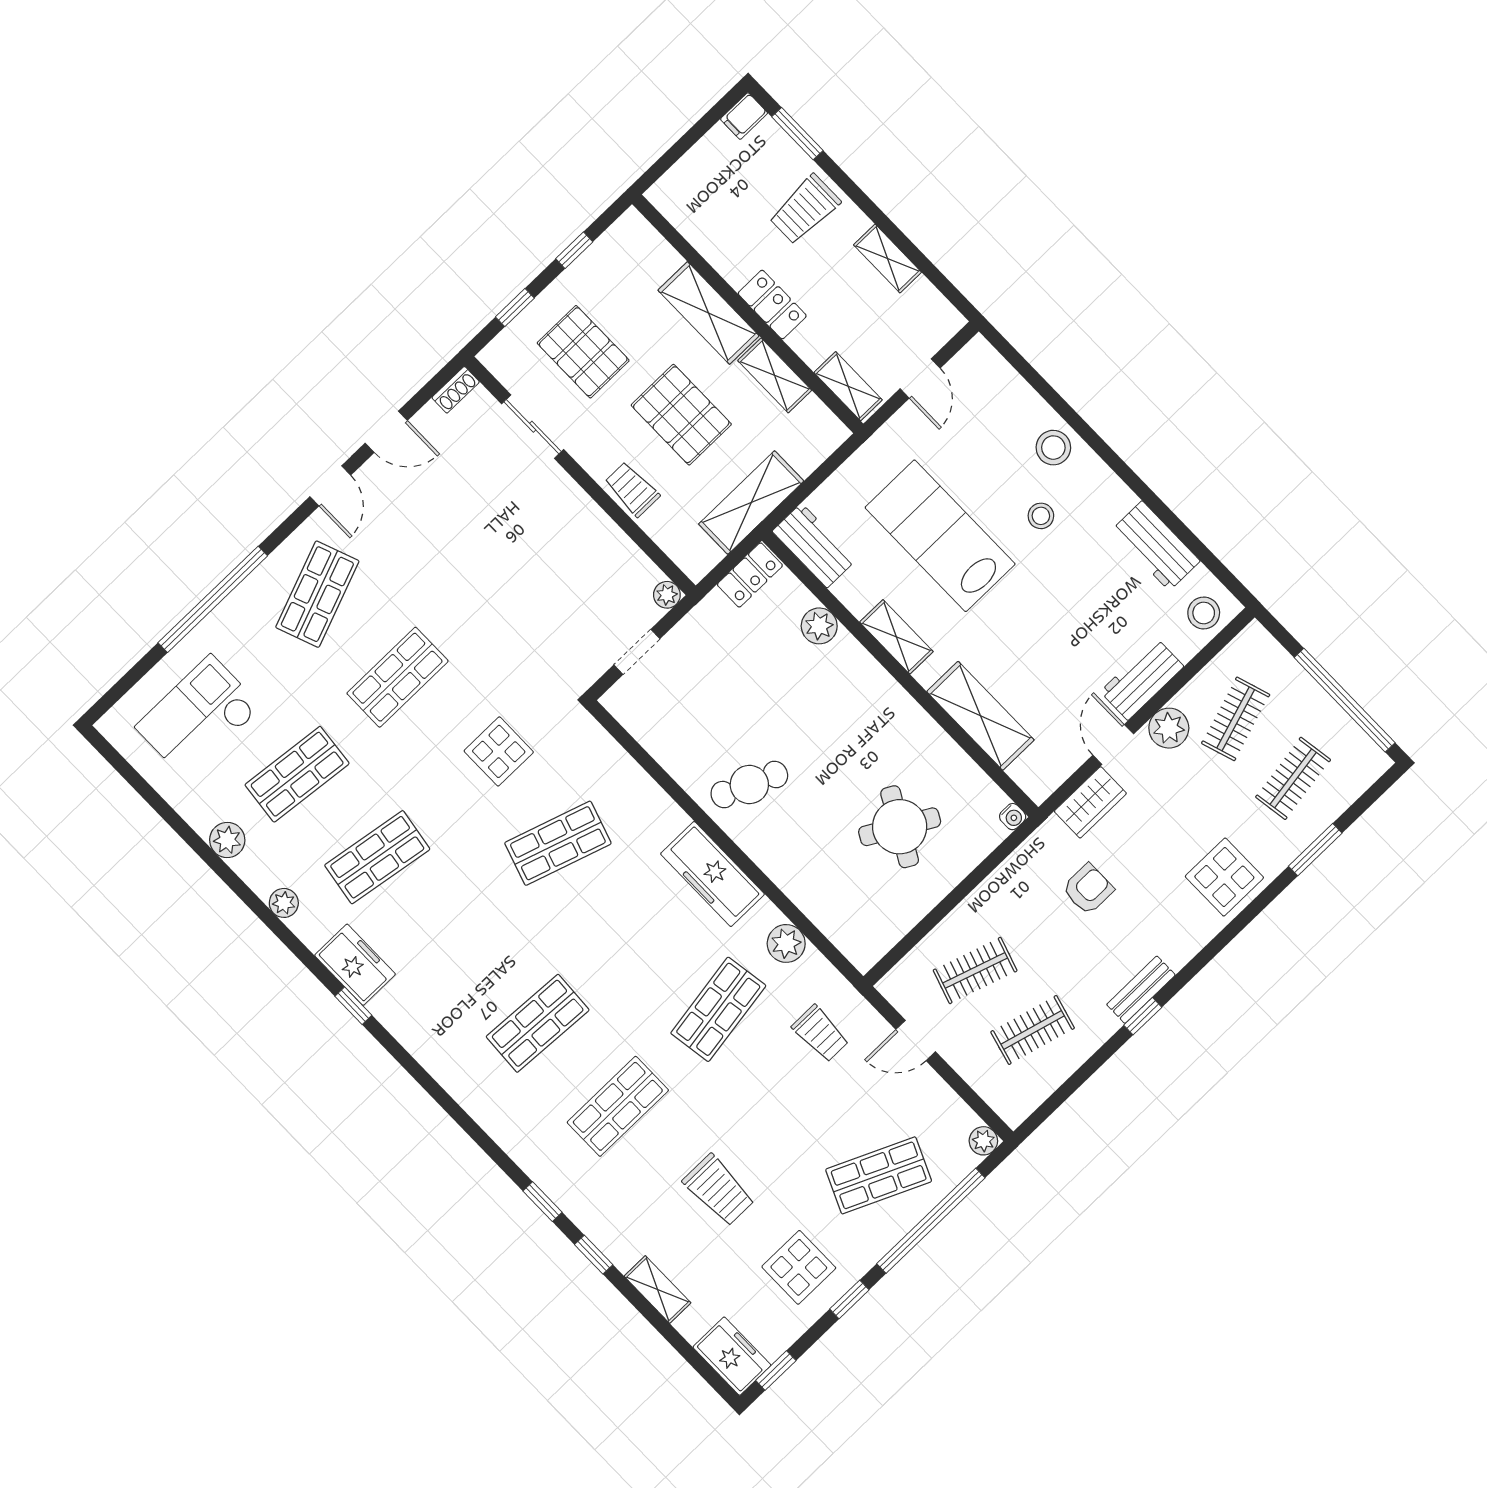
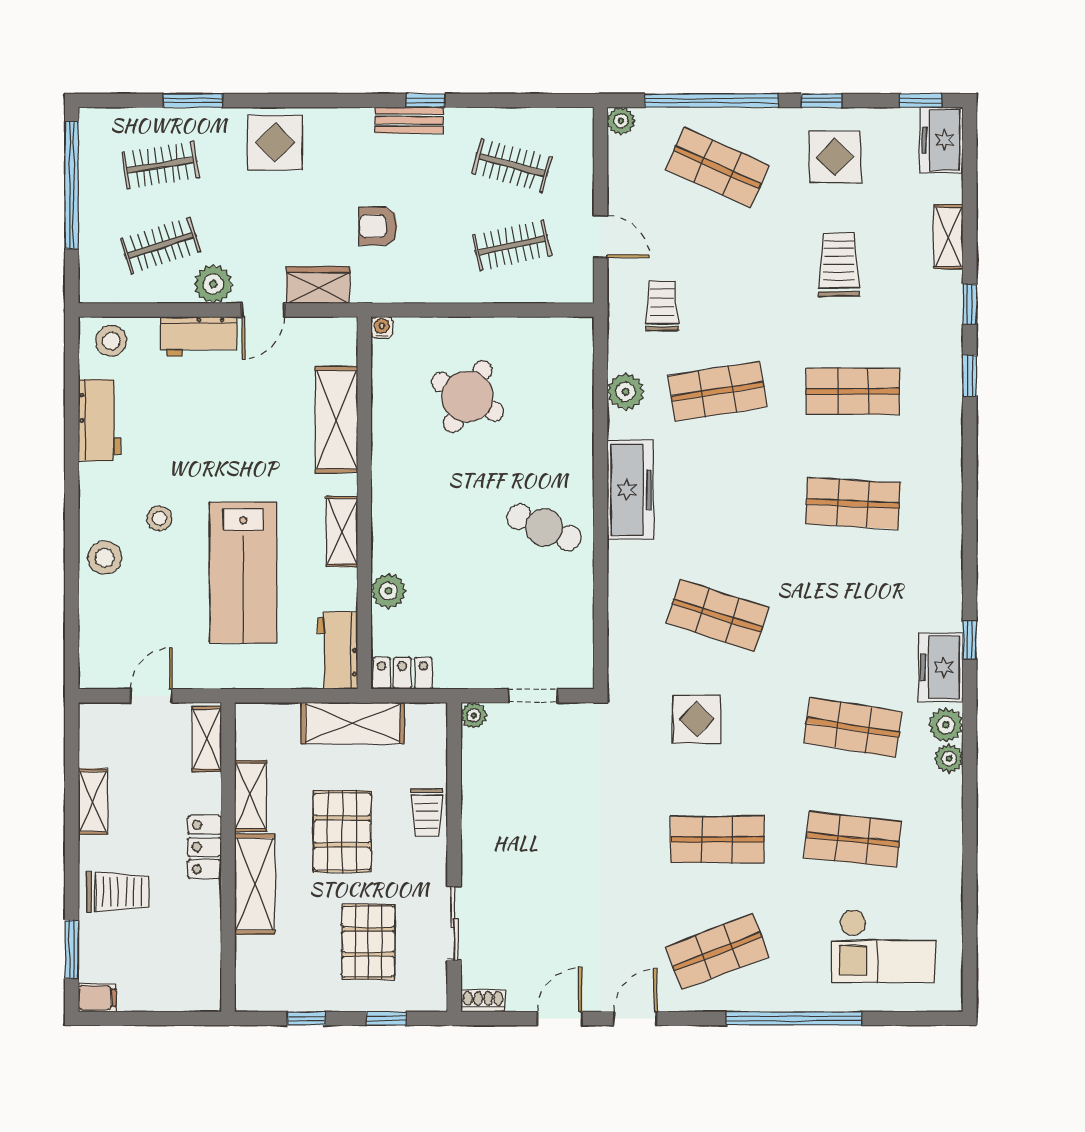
door: (386, 432) -> (560, 1018), hinge flipped
plant: (227, 840) -> (946, 725), moved
clothes rail: (975, 970) -> (512, 245), turned -30

